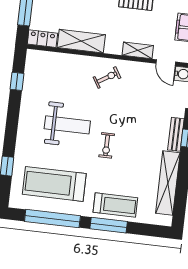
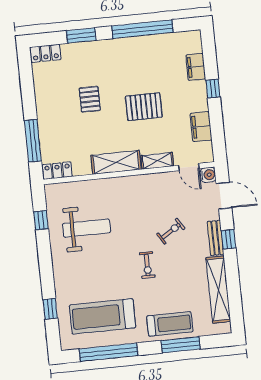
shelving: (81, 41) -> (116, 162), moved
exercise bike: (107, 78) -> (171, 231), moved
weight bench: (67, 125) -> (86, 228), moved
window: (109, 225) -> (181, 345), moved

